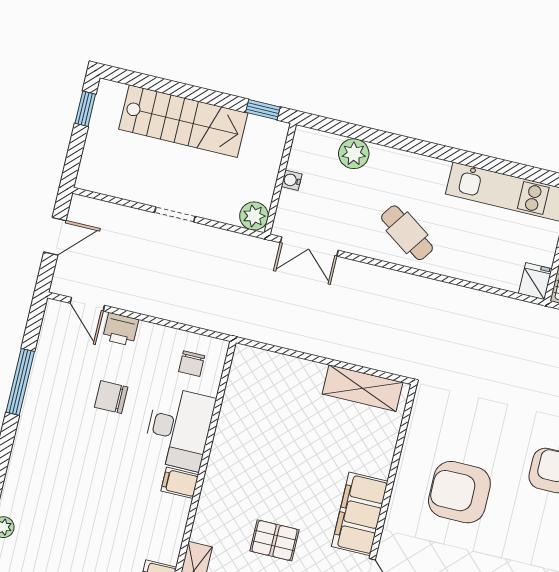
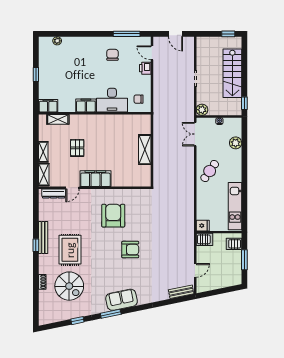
door: (87, 304) -> (152, 53), hinge flipped
window: (20, 382) -> (127, 34), moved
shelving: (363, 388) -> (145, 150), moved
chair: (111, 397) -> (112, 55), moved
filing cabinet: (180, 483) -> (86, 106), width x2.00

